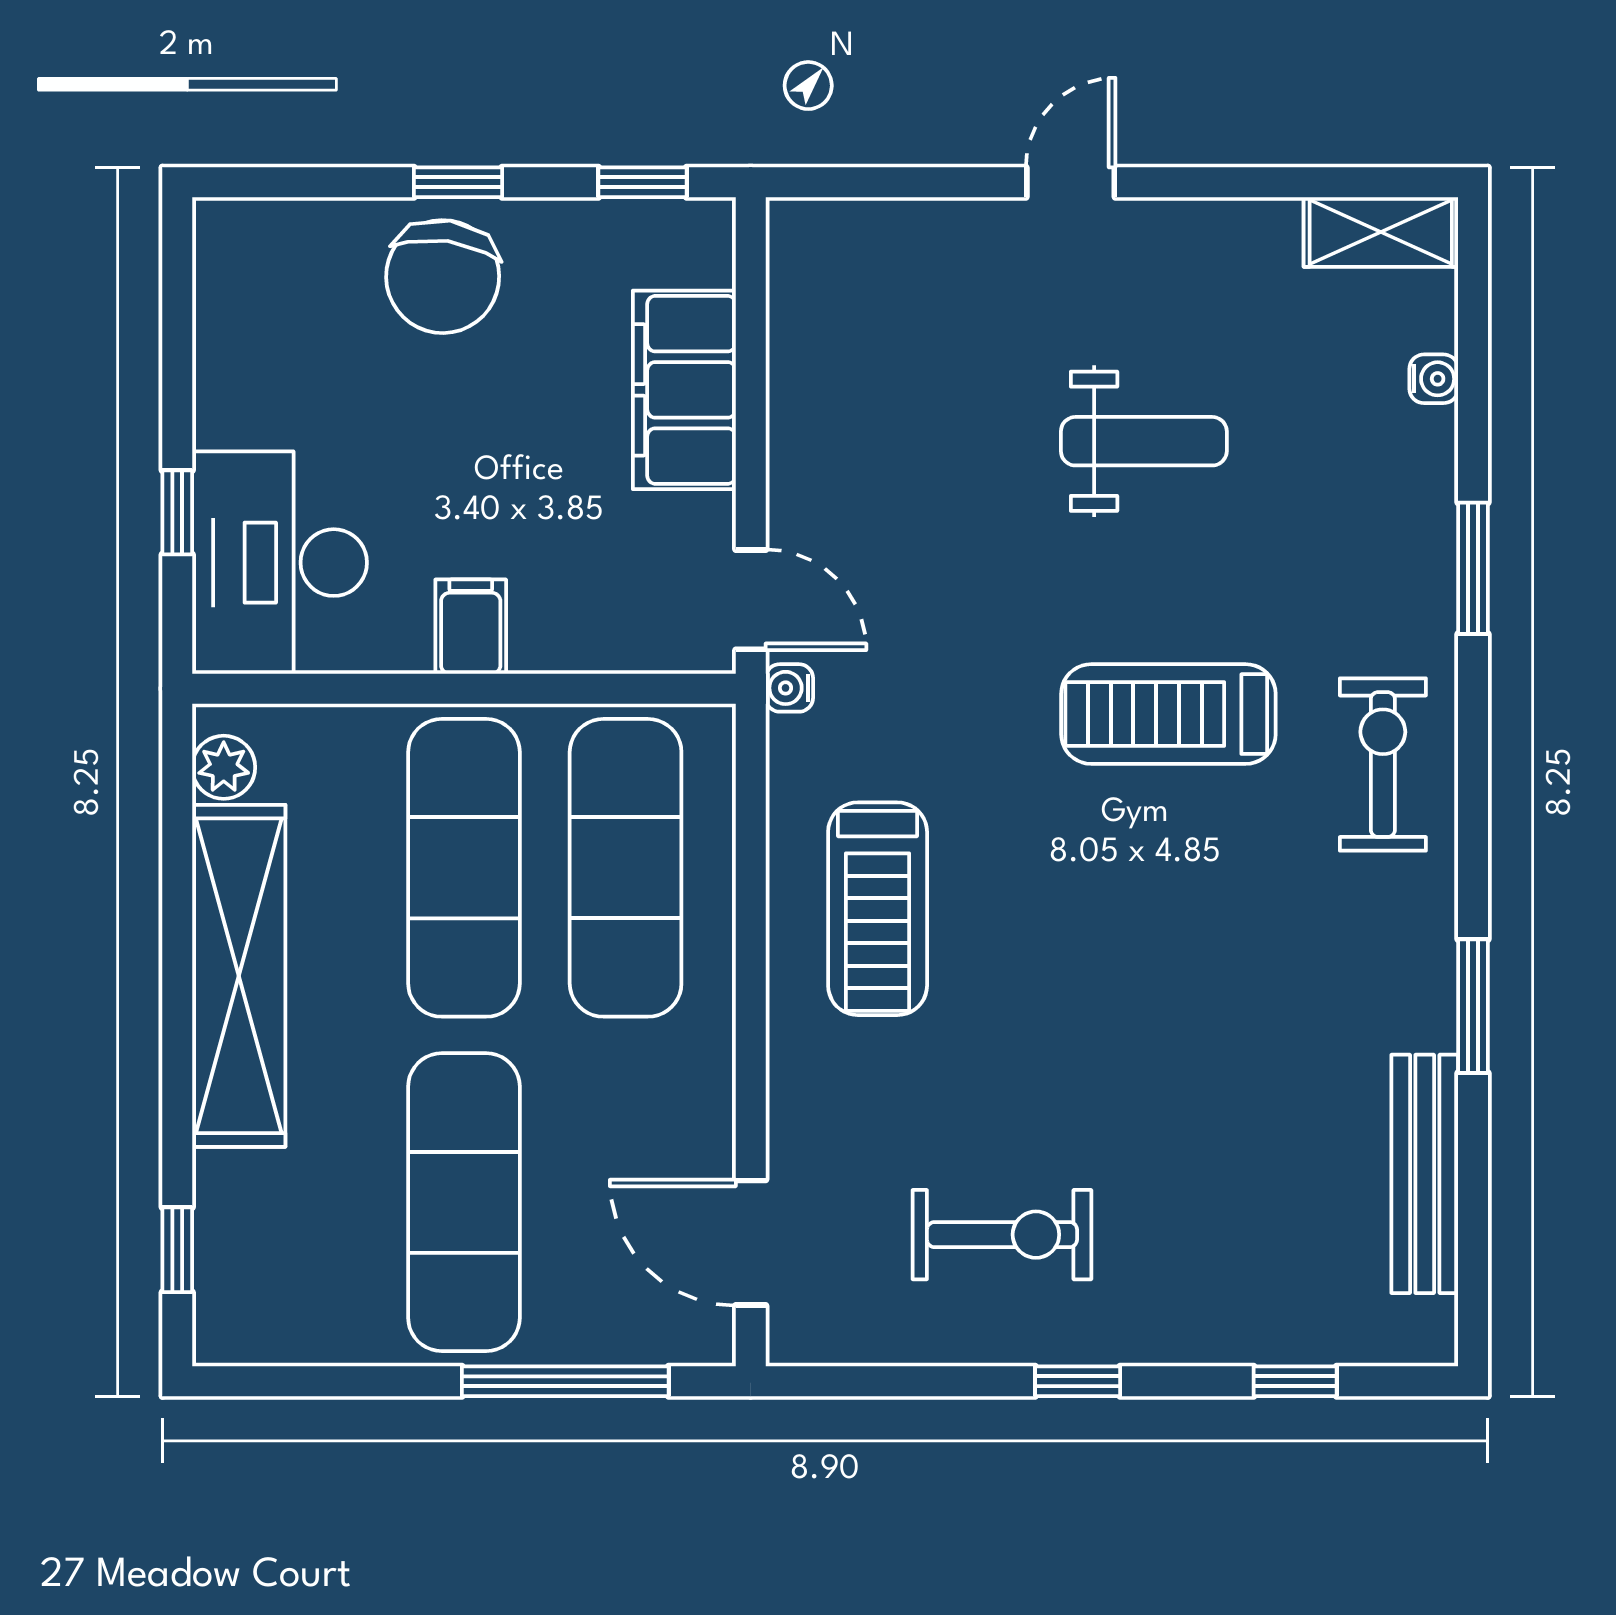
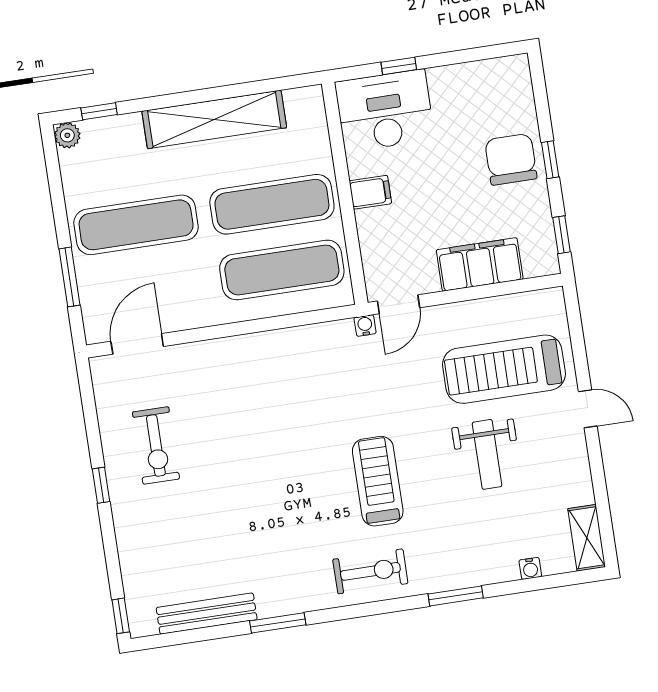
chair: (443, 277) -> (511, 159), turned 82
plant: (224, 767) -> (67, 135), moved
treadmill: (878, 909) -> (504, 369), moved, width x1.37, depth x1.38
window: (565, 1381) -> (69, 277), width x0.69
window: (1295, 1381) -> (121, 616), moved

